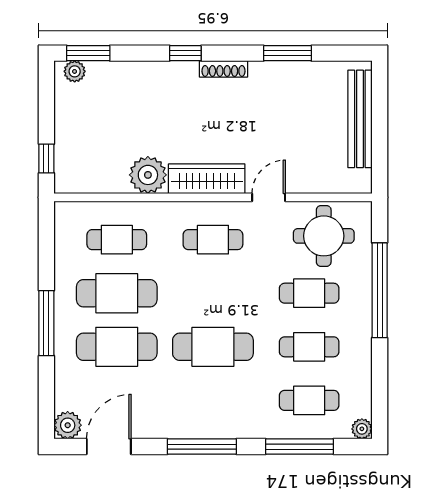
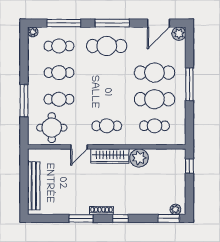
window: (288, 53) -> (81, 218), moved
window: (380, 290) -> (24, 101), width x0.68
cafe table: (213, 347) -> (107, 46), moved

